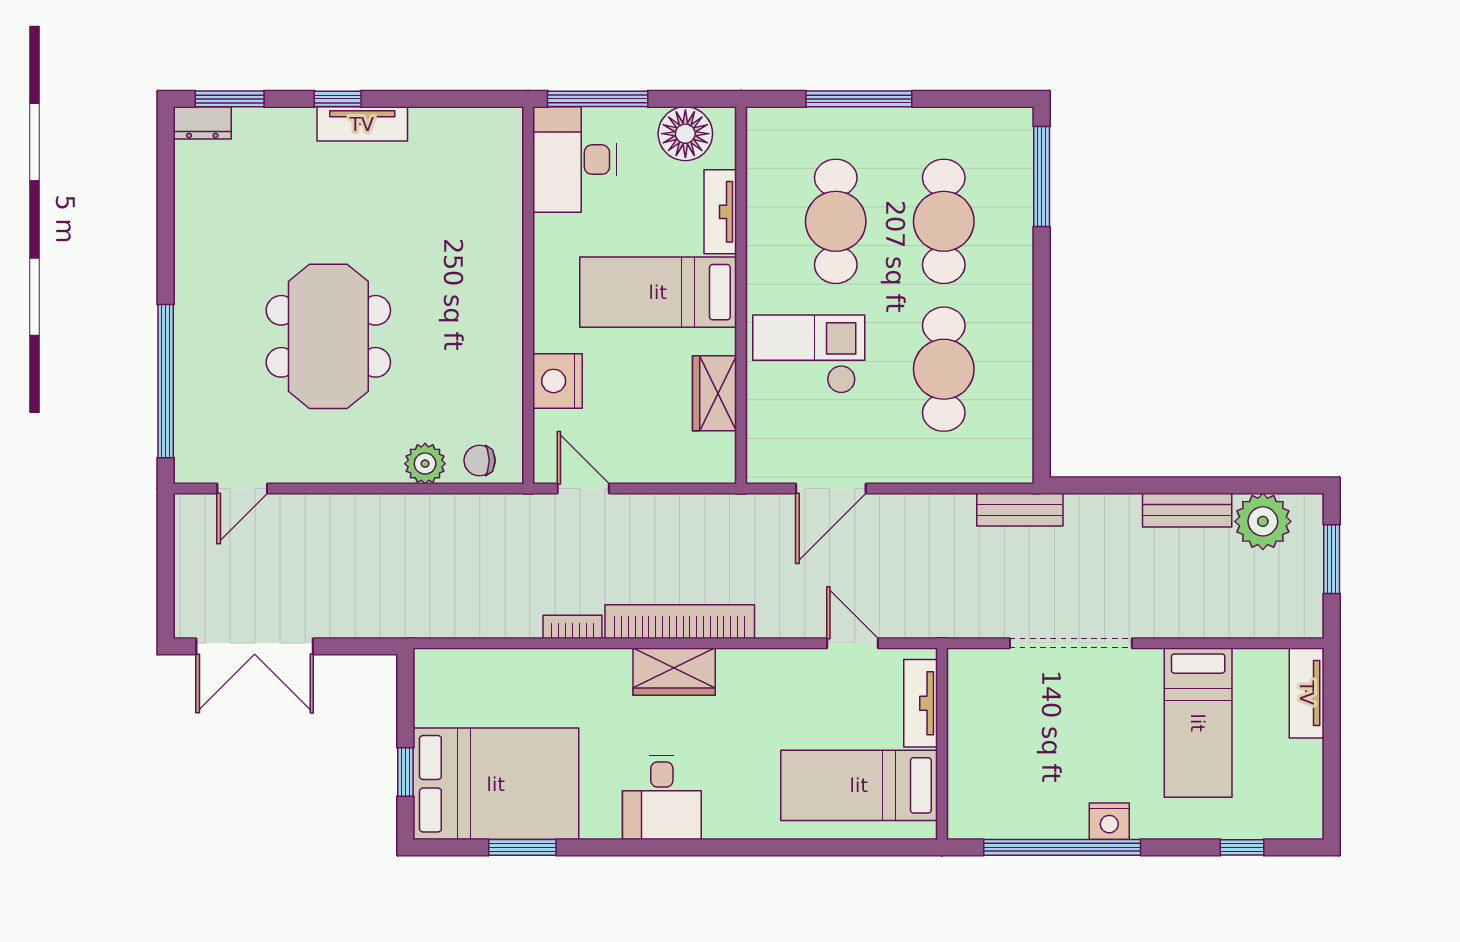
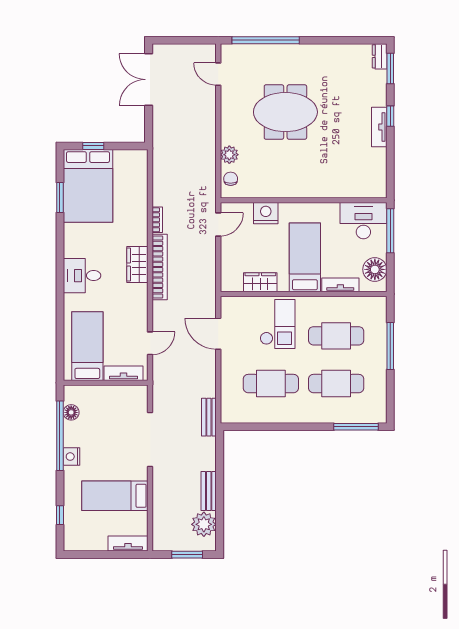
desk: (662, 797) -> (82, 276), moved
floor lamp: (1009, 822) -> (71, 412), added

